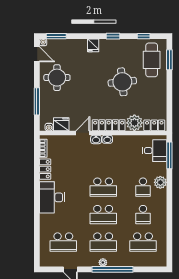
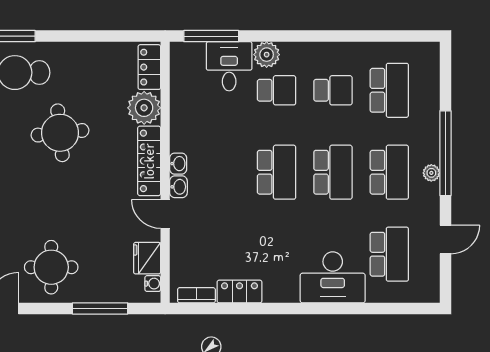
desk: (155, 151) -> (229, 66), moved
desk: (52, 197) -> (333, 277), moved

